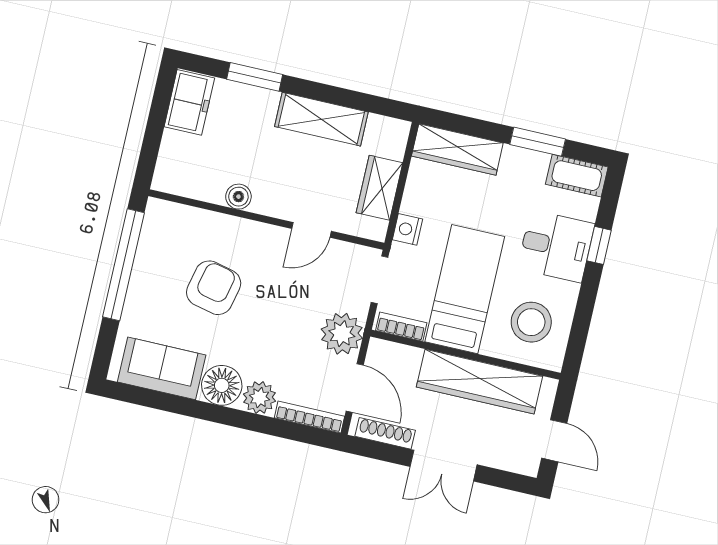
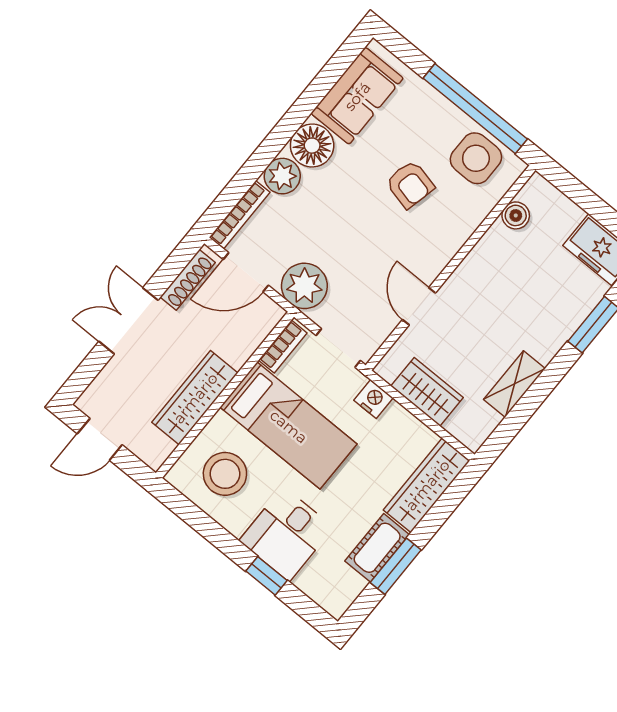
shelving: (321, 119) -> (514, 384), width x0.67, depth x0.75
cot: (577, 176) -> (377, 548), moved
boiler: (238, 197) -> (516, 215), moved
side table: (165, 244) -> (476, 158), added
armchair: (214, 288) -> (410, 184), width x0.72, depth x0.72
wardrobe: (480, 382) -> (195, 398), width x0.71, depth x0.85

